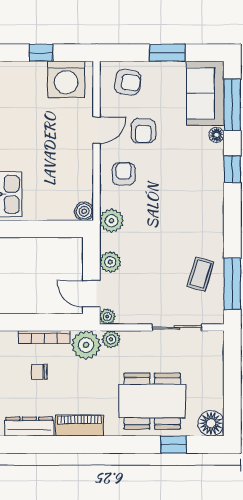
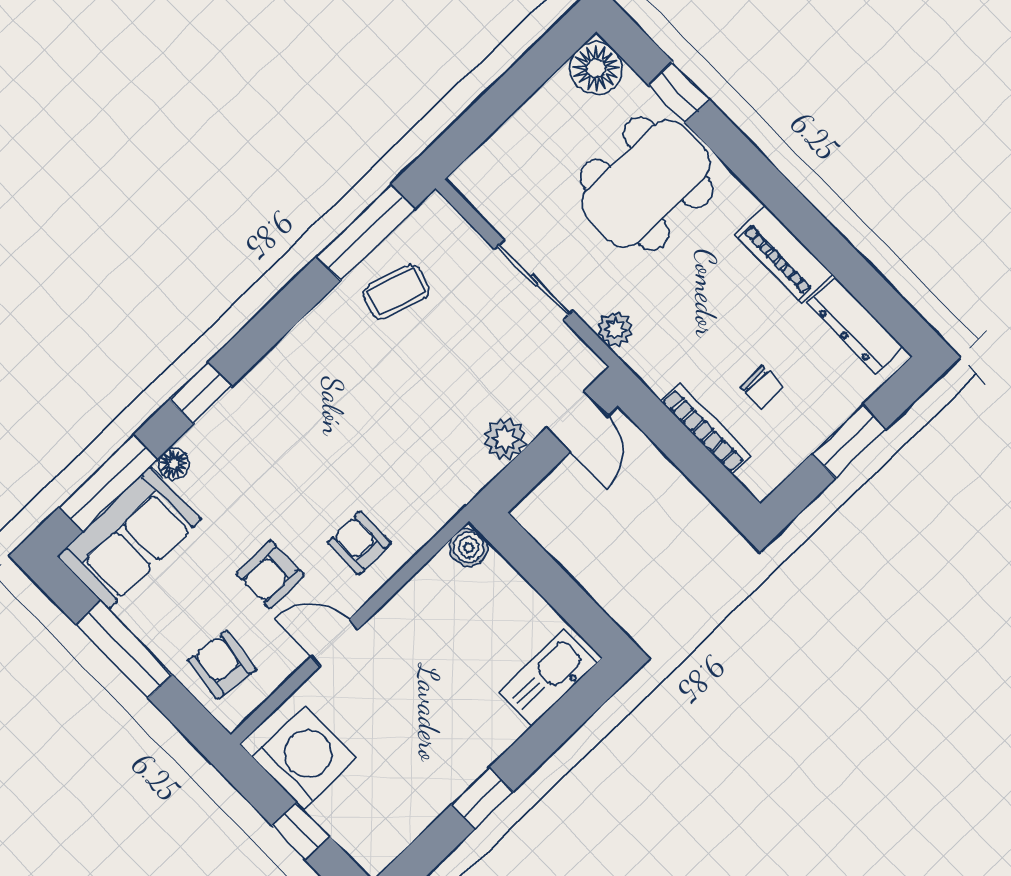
window: (167, 53) -> (124, 650), width x1.44
armchair: (143, 131) -> (270, 575), turned 180
armchair: (124, 174) -> (359, 543), turned 90
plant: (112, 221) -> (444, 495), removed
plant: (107, 317) -> (588, 367), removed
sliding door: (177, 327) -> (534, 280), moved
plant: (86, 345) -> (658, 357), removed
dining table: (152, 401) -> (646, 184), turned 90

